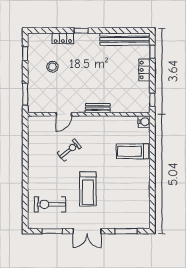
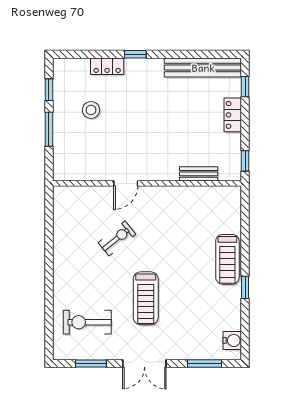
window: (25, 94) -> (49, 129), moved
bench: (98, 108) -> (199, 174), moved
door: (64, 114) -> (126, 183), moved
water cooler: (144, 122) -> (232, 340), moved
treadmill: (133, 151) -> (227, 259), moved, turned -90
window: (152, 182) -> (245, 287), added

